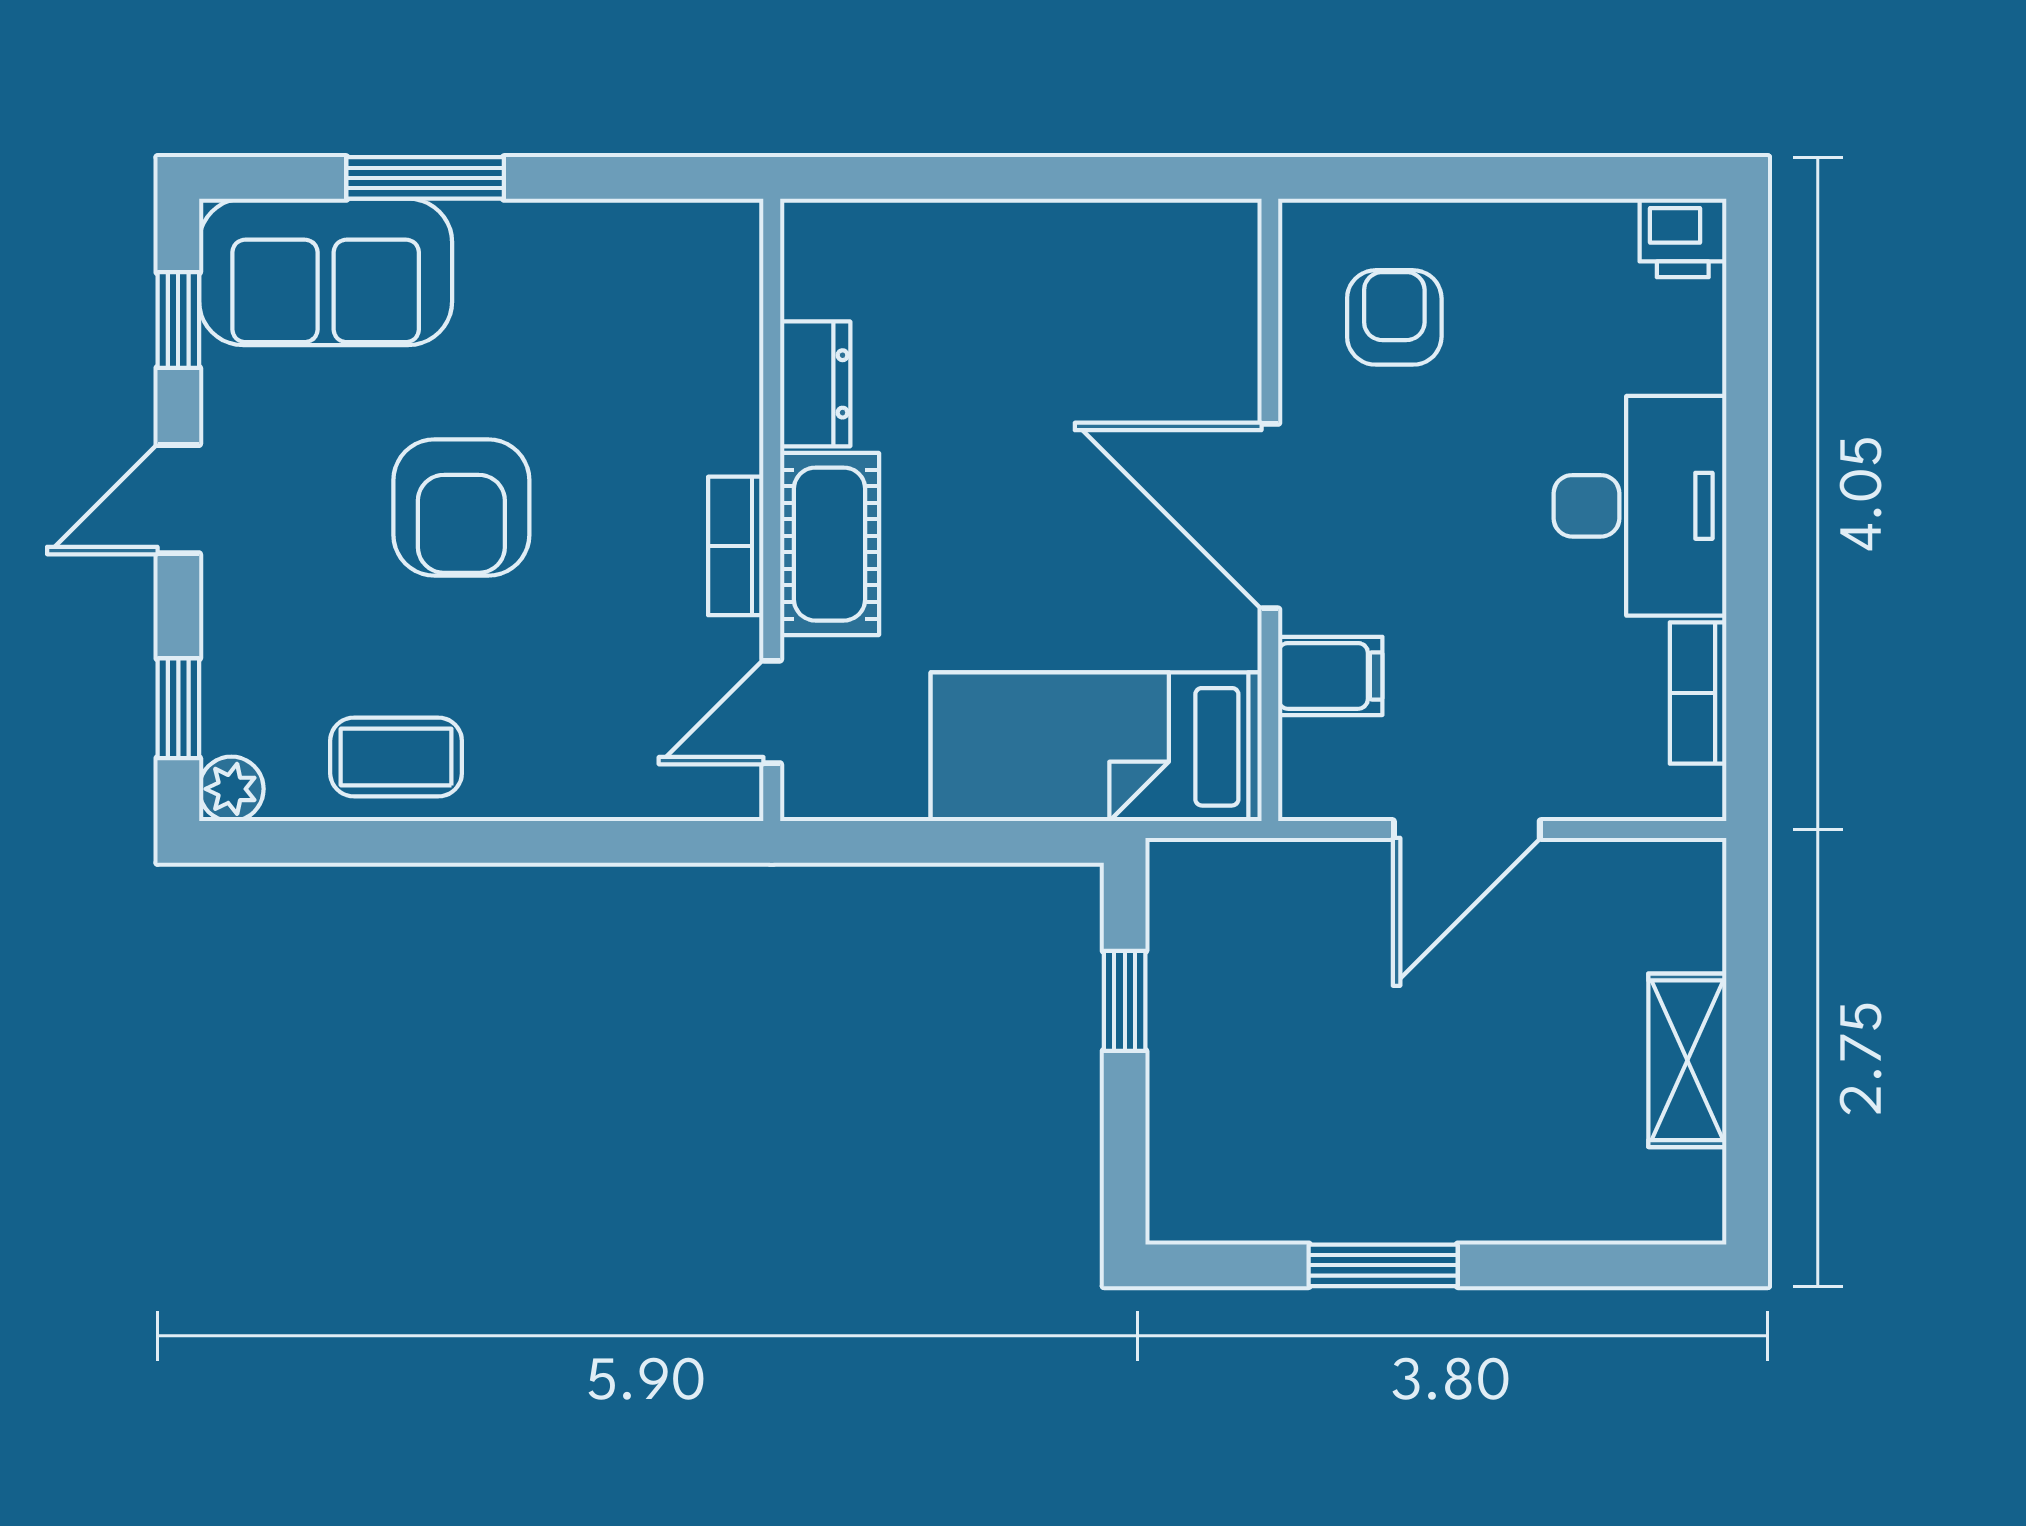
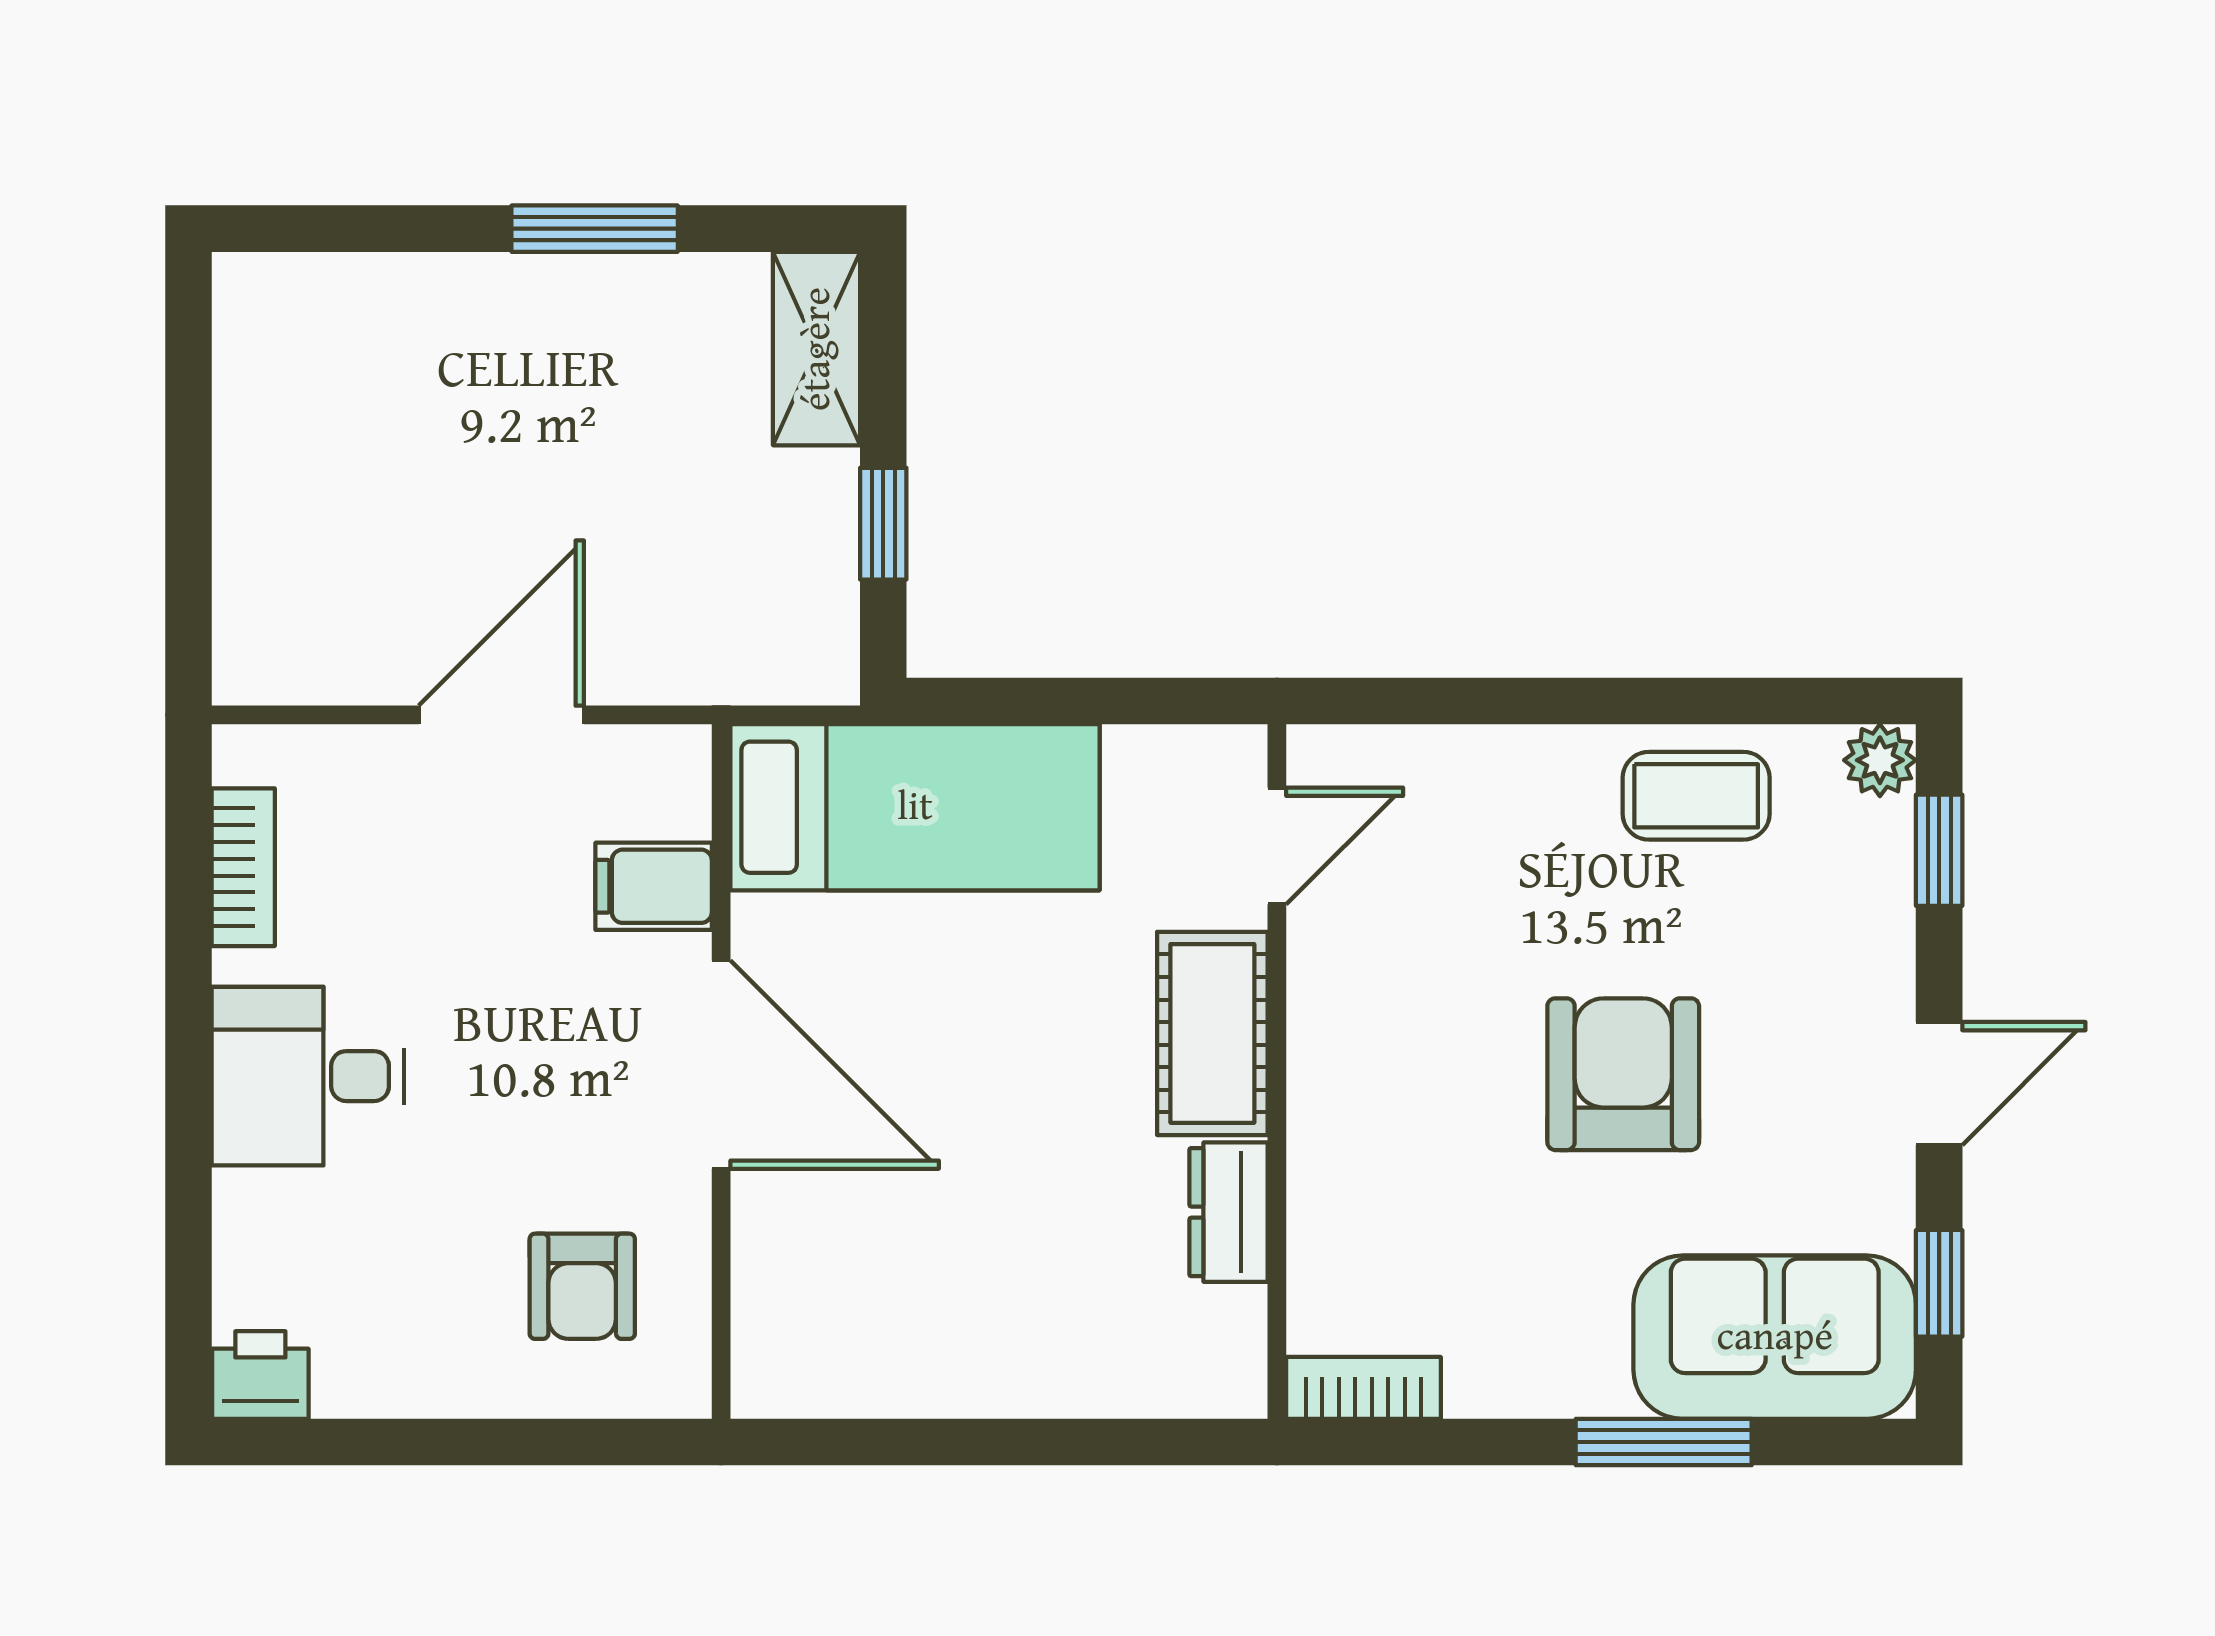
desk: (1640, 506) -> (308, 1076), width x0.73
bookcase: (736, 546) -> (1363, 1388), moved, turned -90
shelving: (1687, 1060) -> (817, 349), moved

